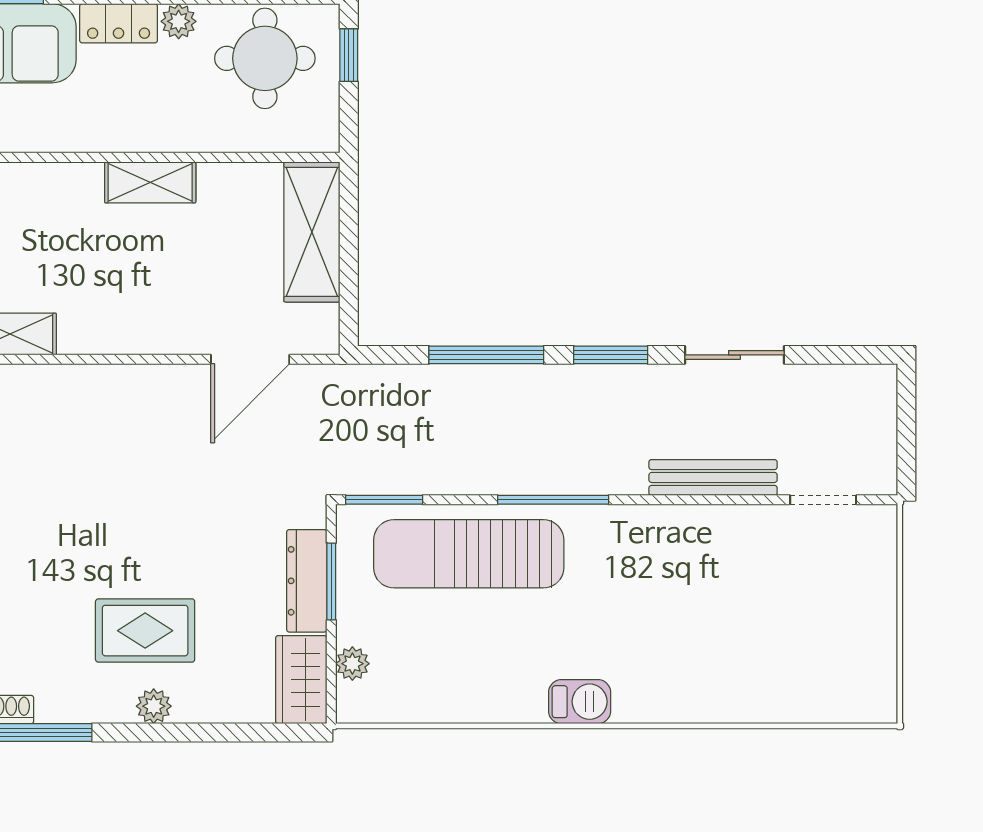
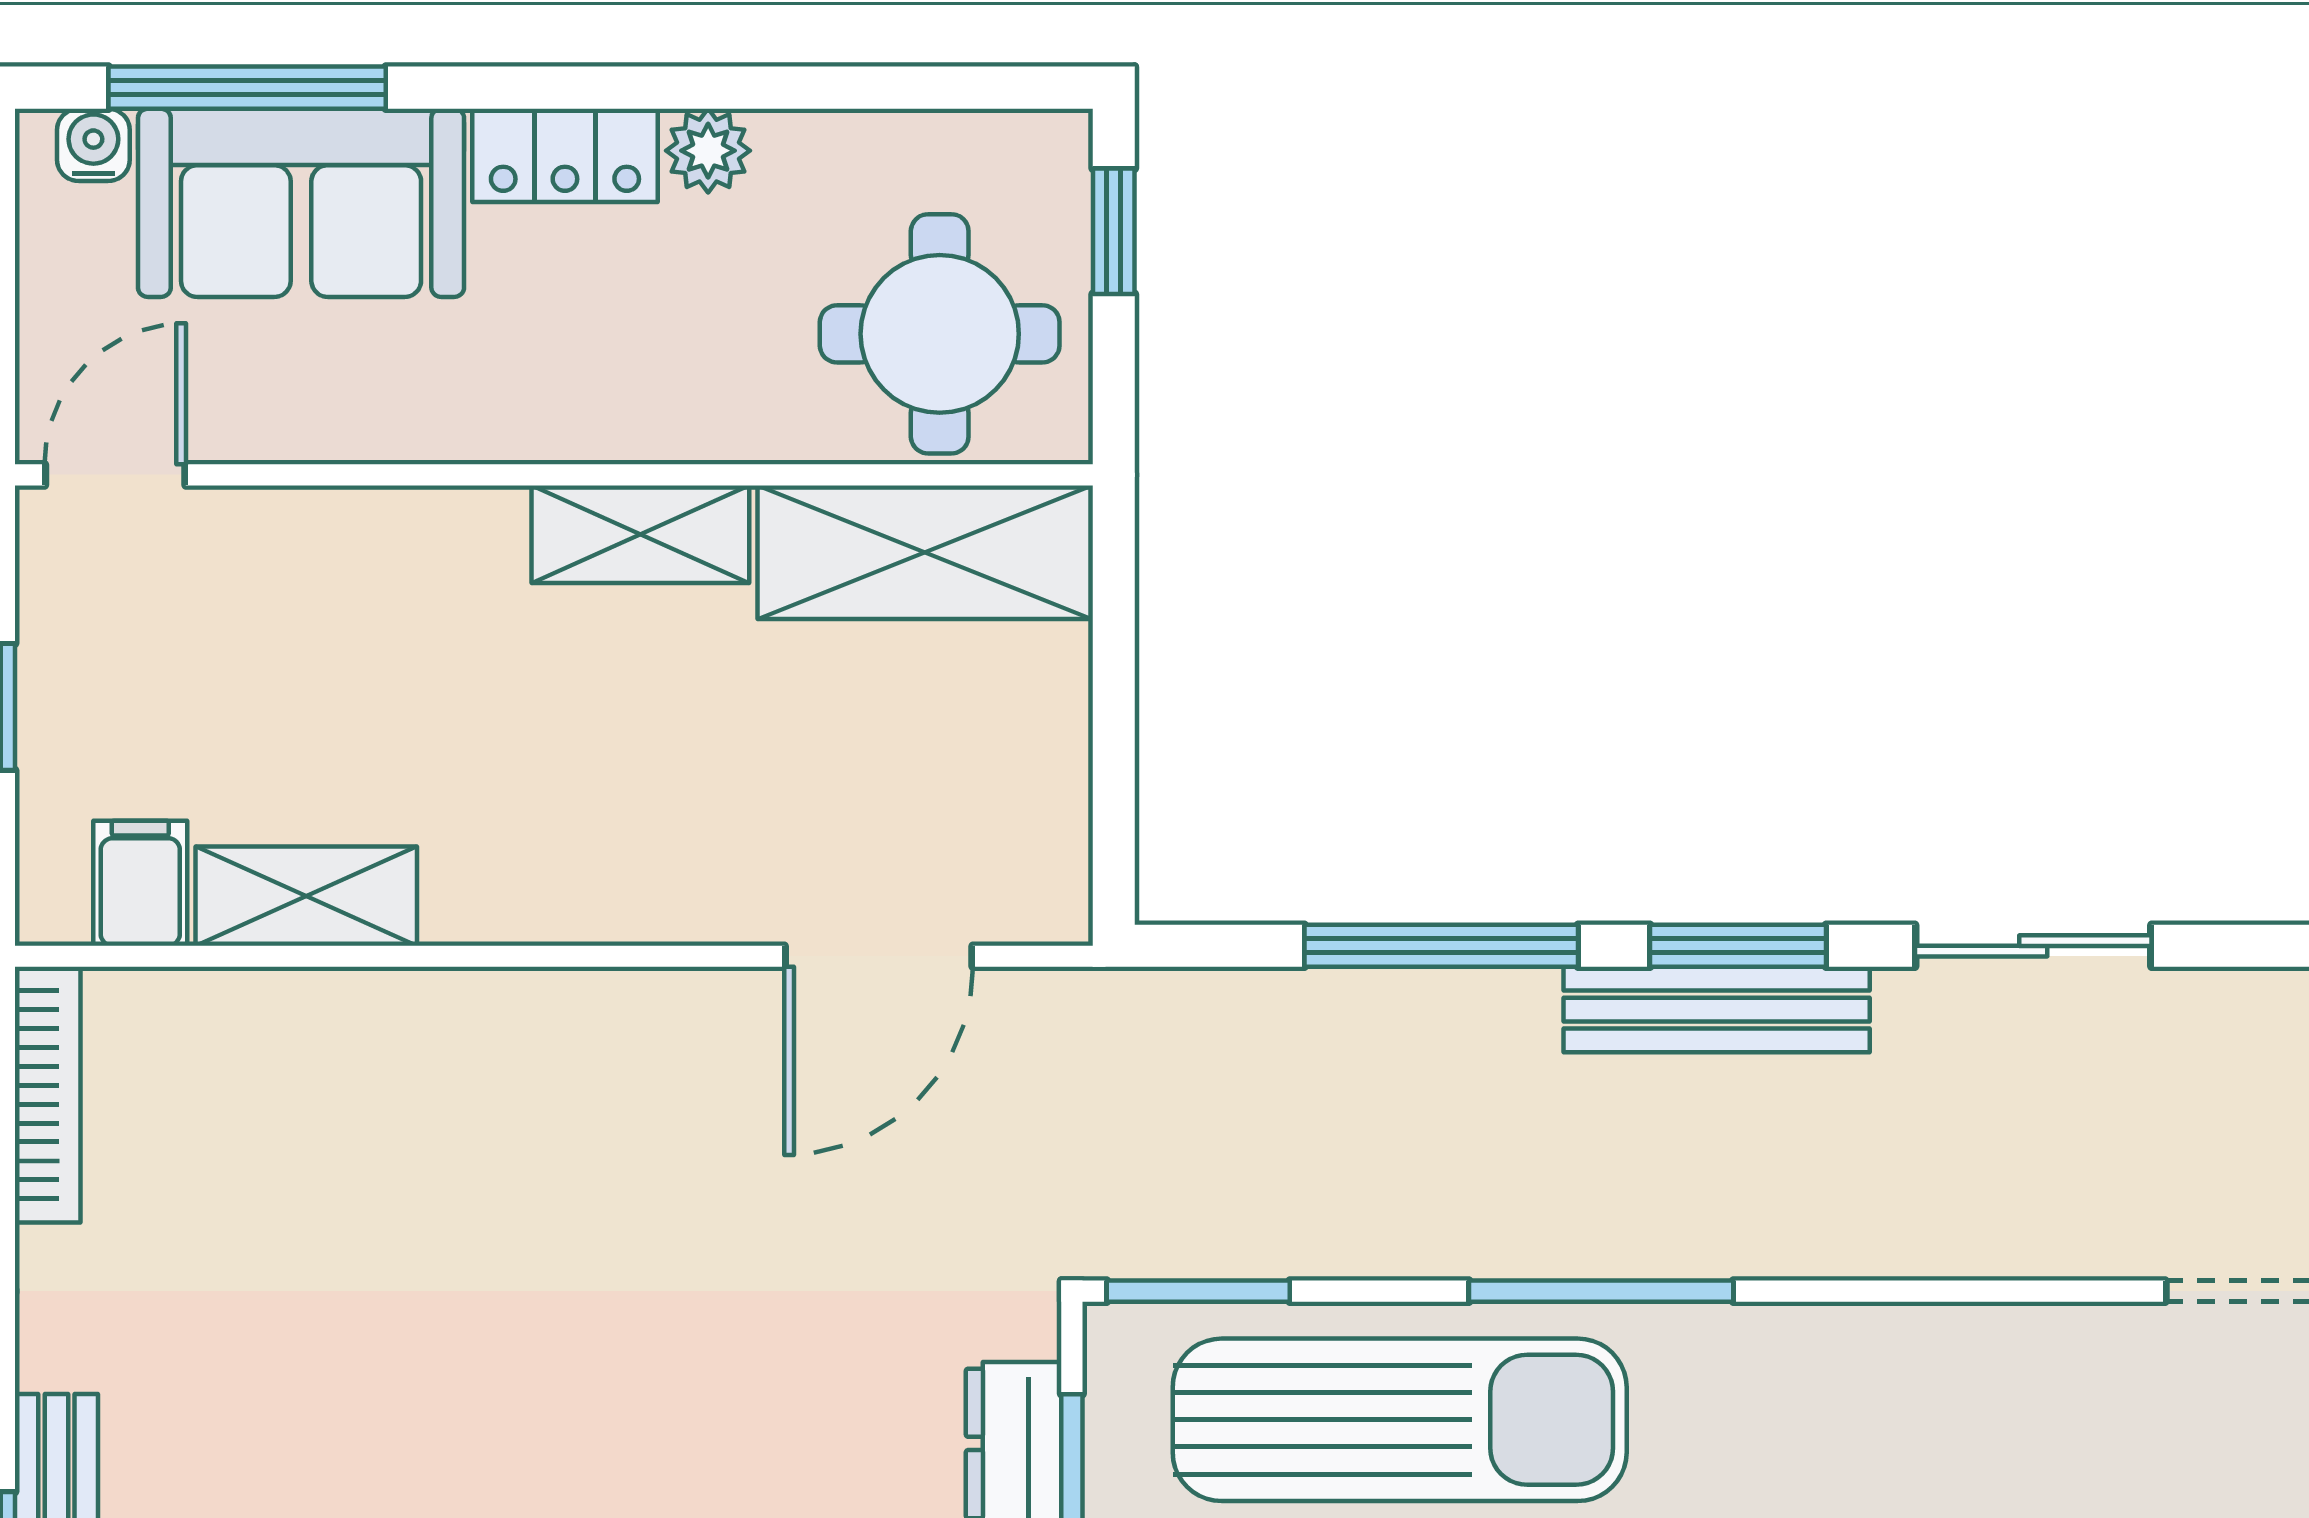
round table: (265, 58) -> (940, 334), moved
shelving: (312, 232) -> (925, 552), moved, turned 90
bench: (713, 477) -> (1717, 1010), moved
sun lounger: (469, 554) -> (1400, 1420), turned 180

